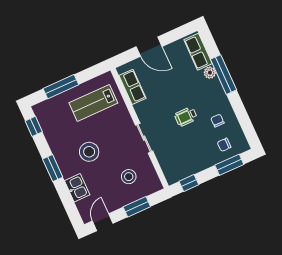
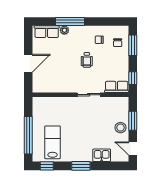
window: (61, 87) -> (28, 135), width x1.46
row of seats: (132, 87) -> (117, 87), moved
lab bench: (93, 103) -> (53, 142), moved, turned 180
stool: (89, 152) -> (81, 136), removed
stool: (129, 177) -> (120, 128), moved

